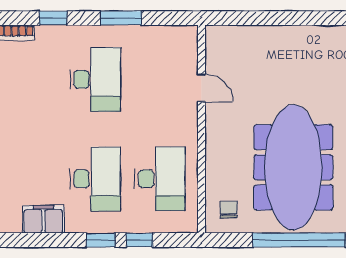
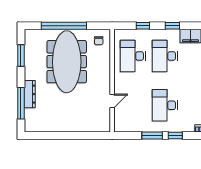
window: (53, 18) -> (175, 136), moved
door: (202, 88) -> (112, 101), swing flipped
window: (101, 240) -> (172, 26), moved

